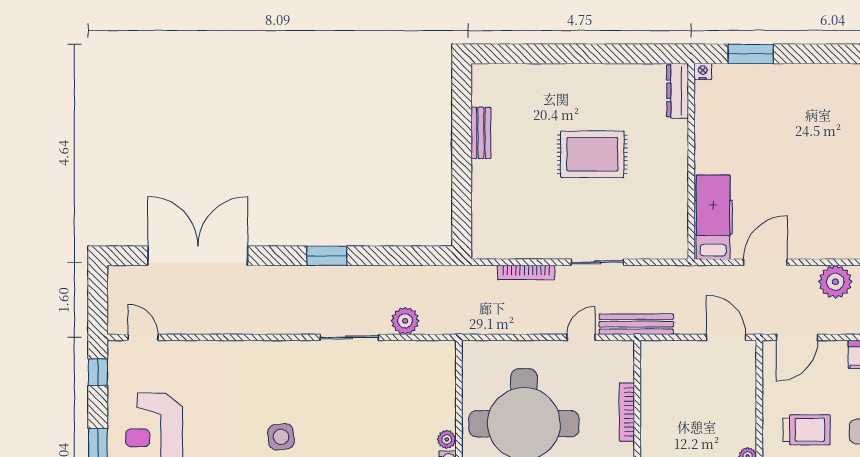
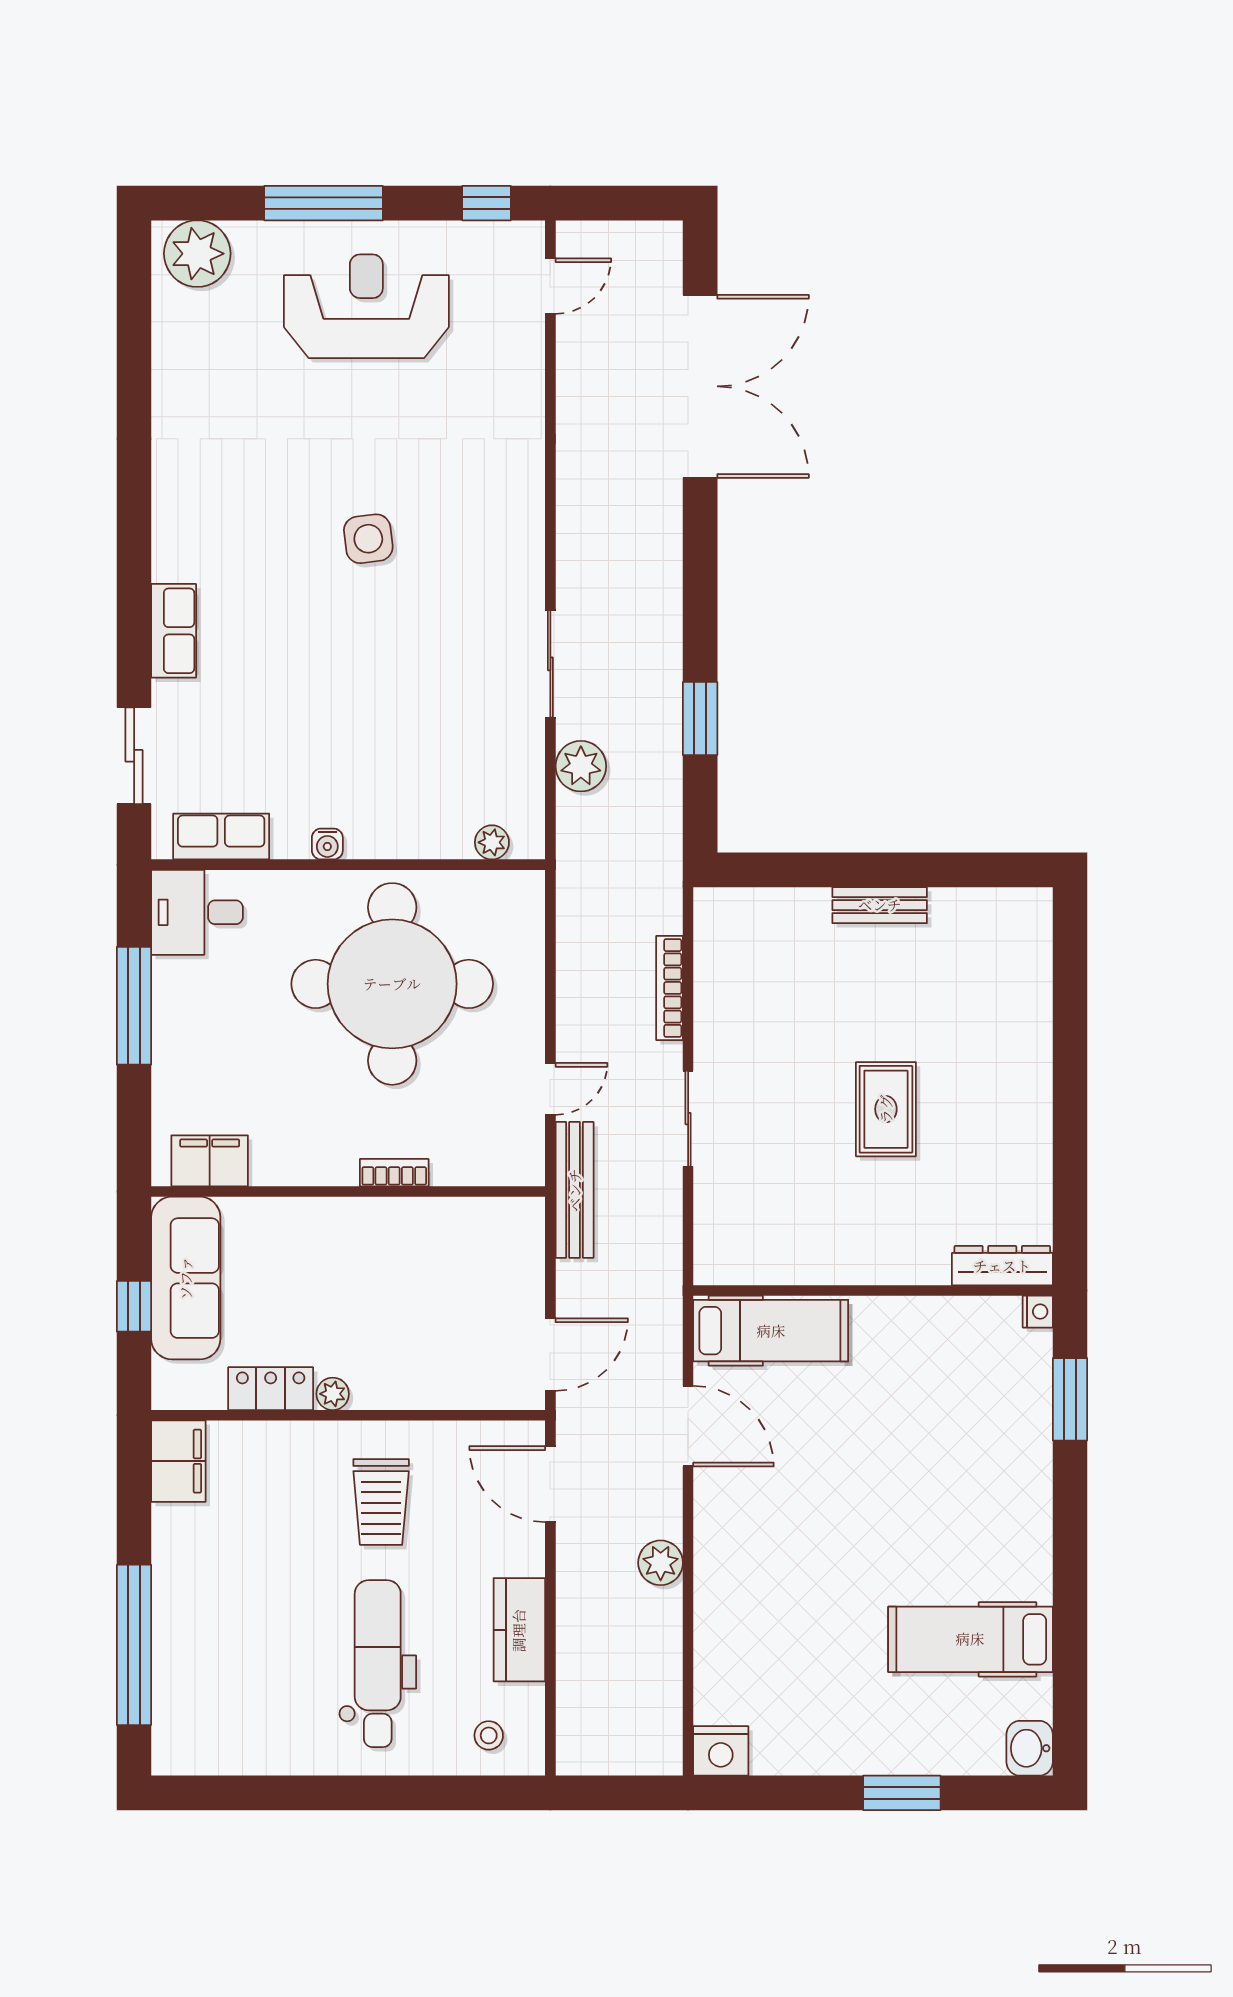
bench: (481, 133) -> (880, 905), moved
rug: (592, 154) -> (886, 1109), width x0.73, depth x0.70
window: (327, 256) -> (700, 719), moved
plant: (835, 282) -> (661, 1563), width x0.73, depth x0.73
door: (581, 337) -> (550, 1089), hinge flipped
bookcase: (627, 412) -> (394, 1173), width x0.64
plant: (447, 439) -> (492, 842), moved

